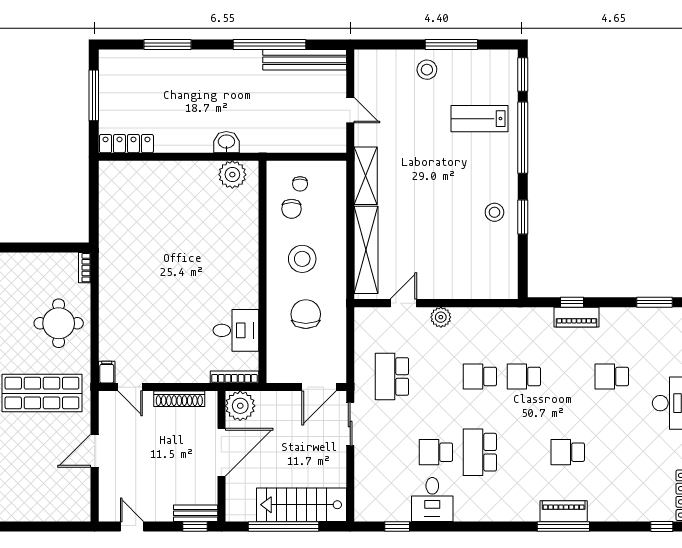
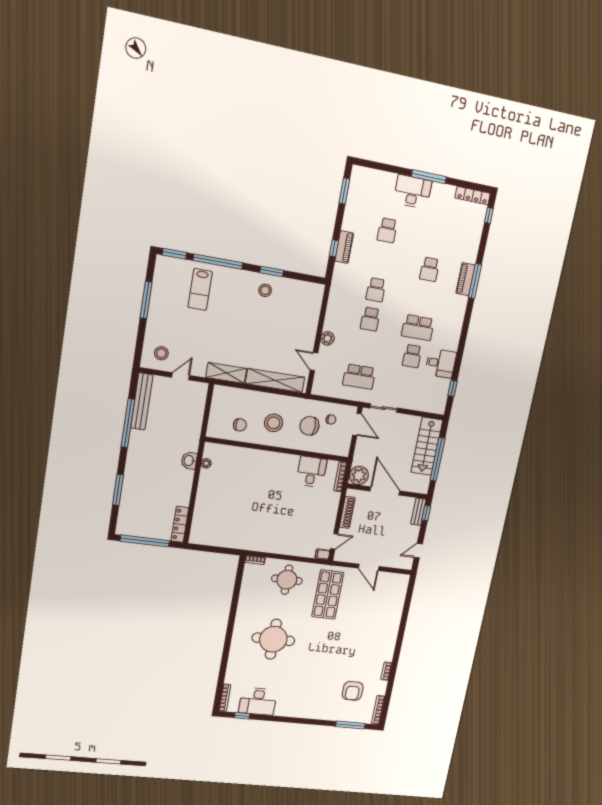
stool: (427, 70) -> (161, 353), moved
window: (94, 95) -> (145, 541), width x1.46
plant: (232, 175) -> (206, 463), width x0.53, depth x0.53
chair: (300, 184) -> (331, 419), moved

